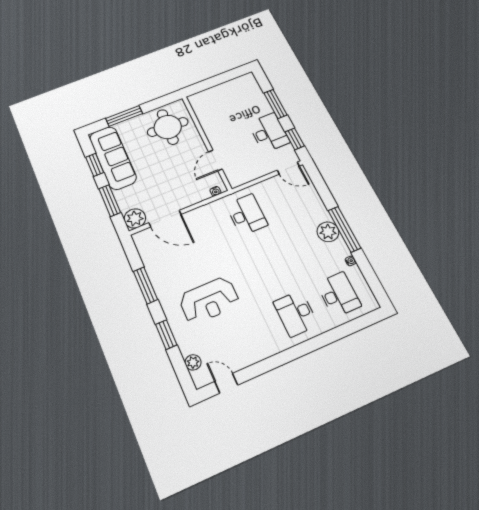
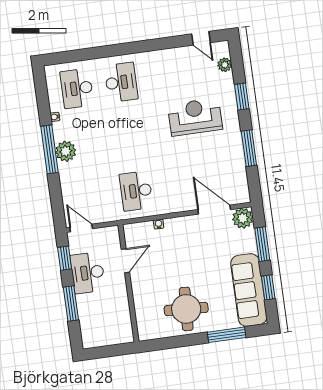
wall: (206, 142) -> (129, 283), moved
door: (215, 160) -> (125, 261), moved

